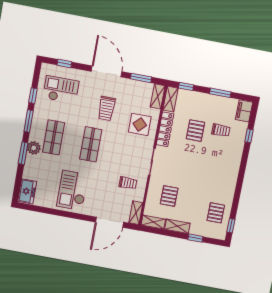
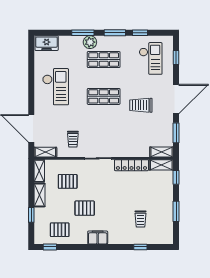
filing cabinet: (244, 111) -> (98, 237), moved
display table: (140, 124) -> (132, 140), removed
pallet: (195, 131) -> (85, 208), moved
checkout: (72, 190) -> (56, 87), turned 90

